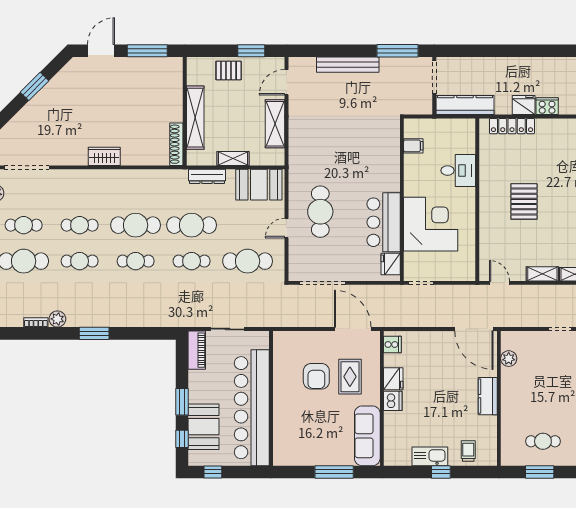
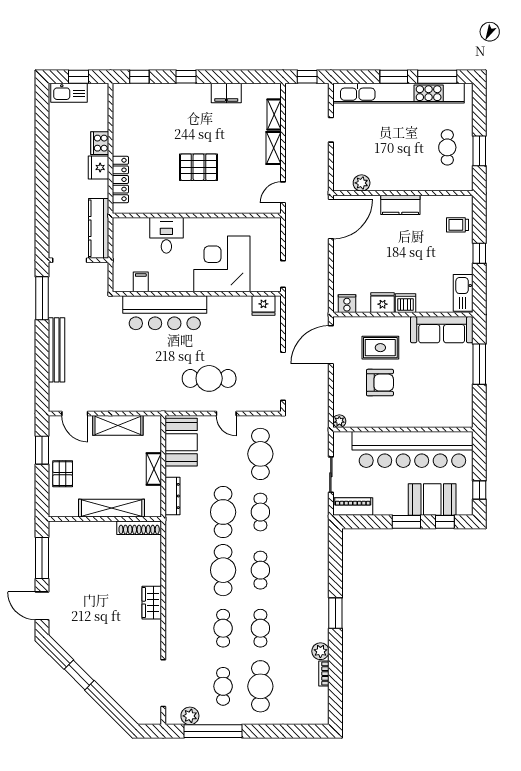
bar counter: (384, 222) -> (165, 313), moved, width x1.36
plant: (279, 337) -> (339, 421), added
kitchen sink: (430, 456) -> (463, 293), moved

